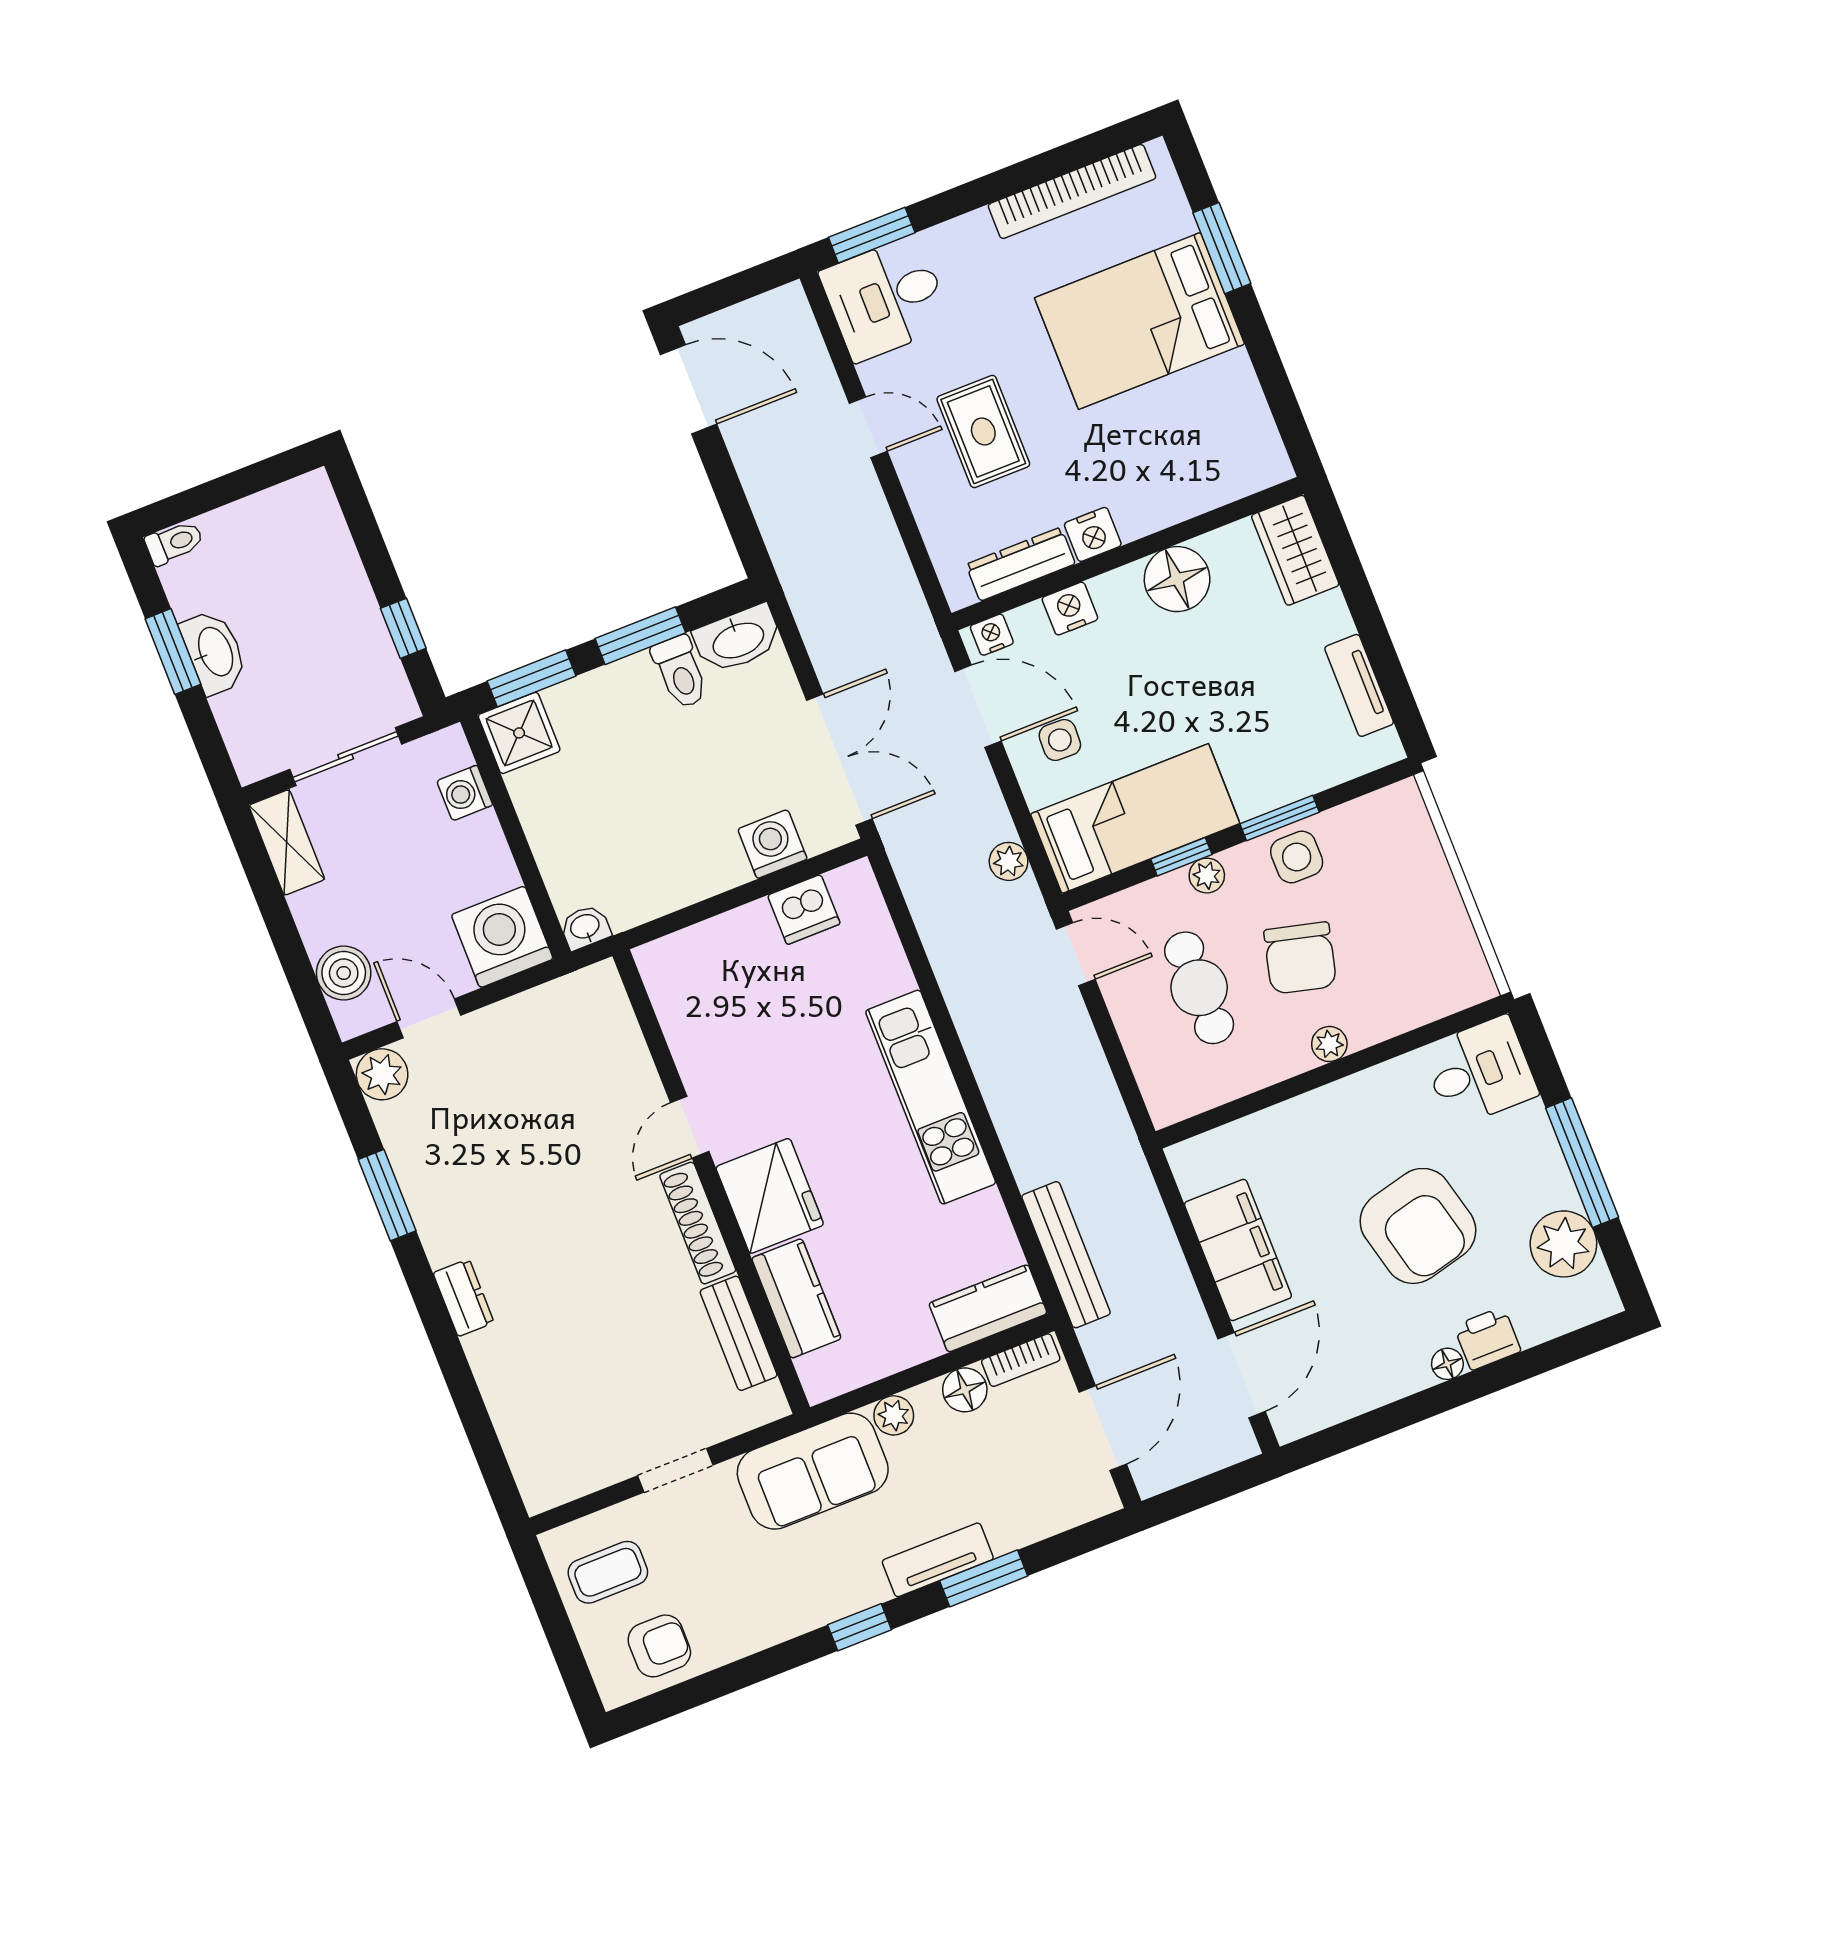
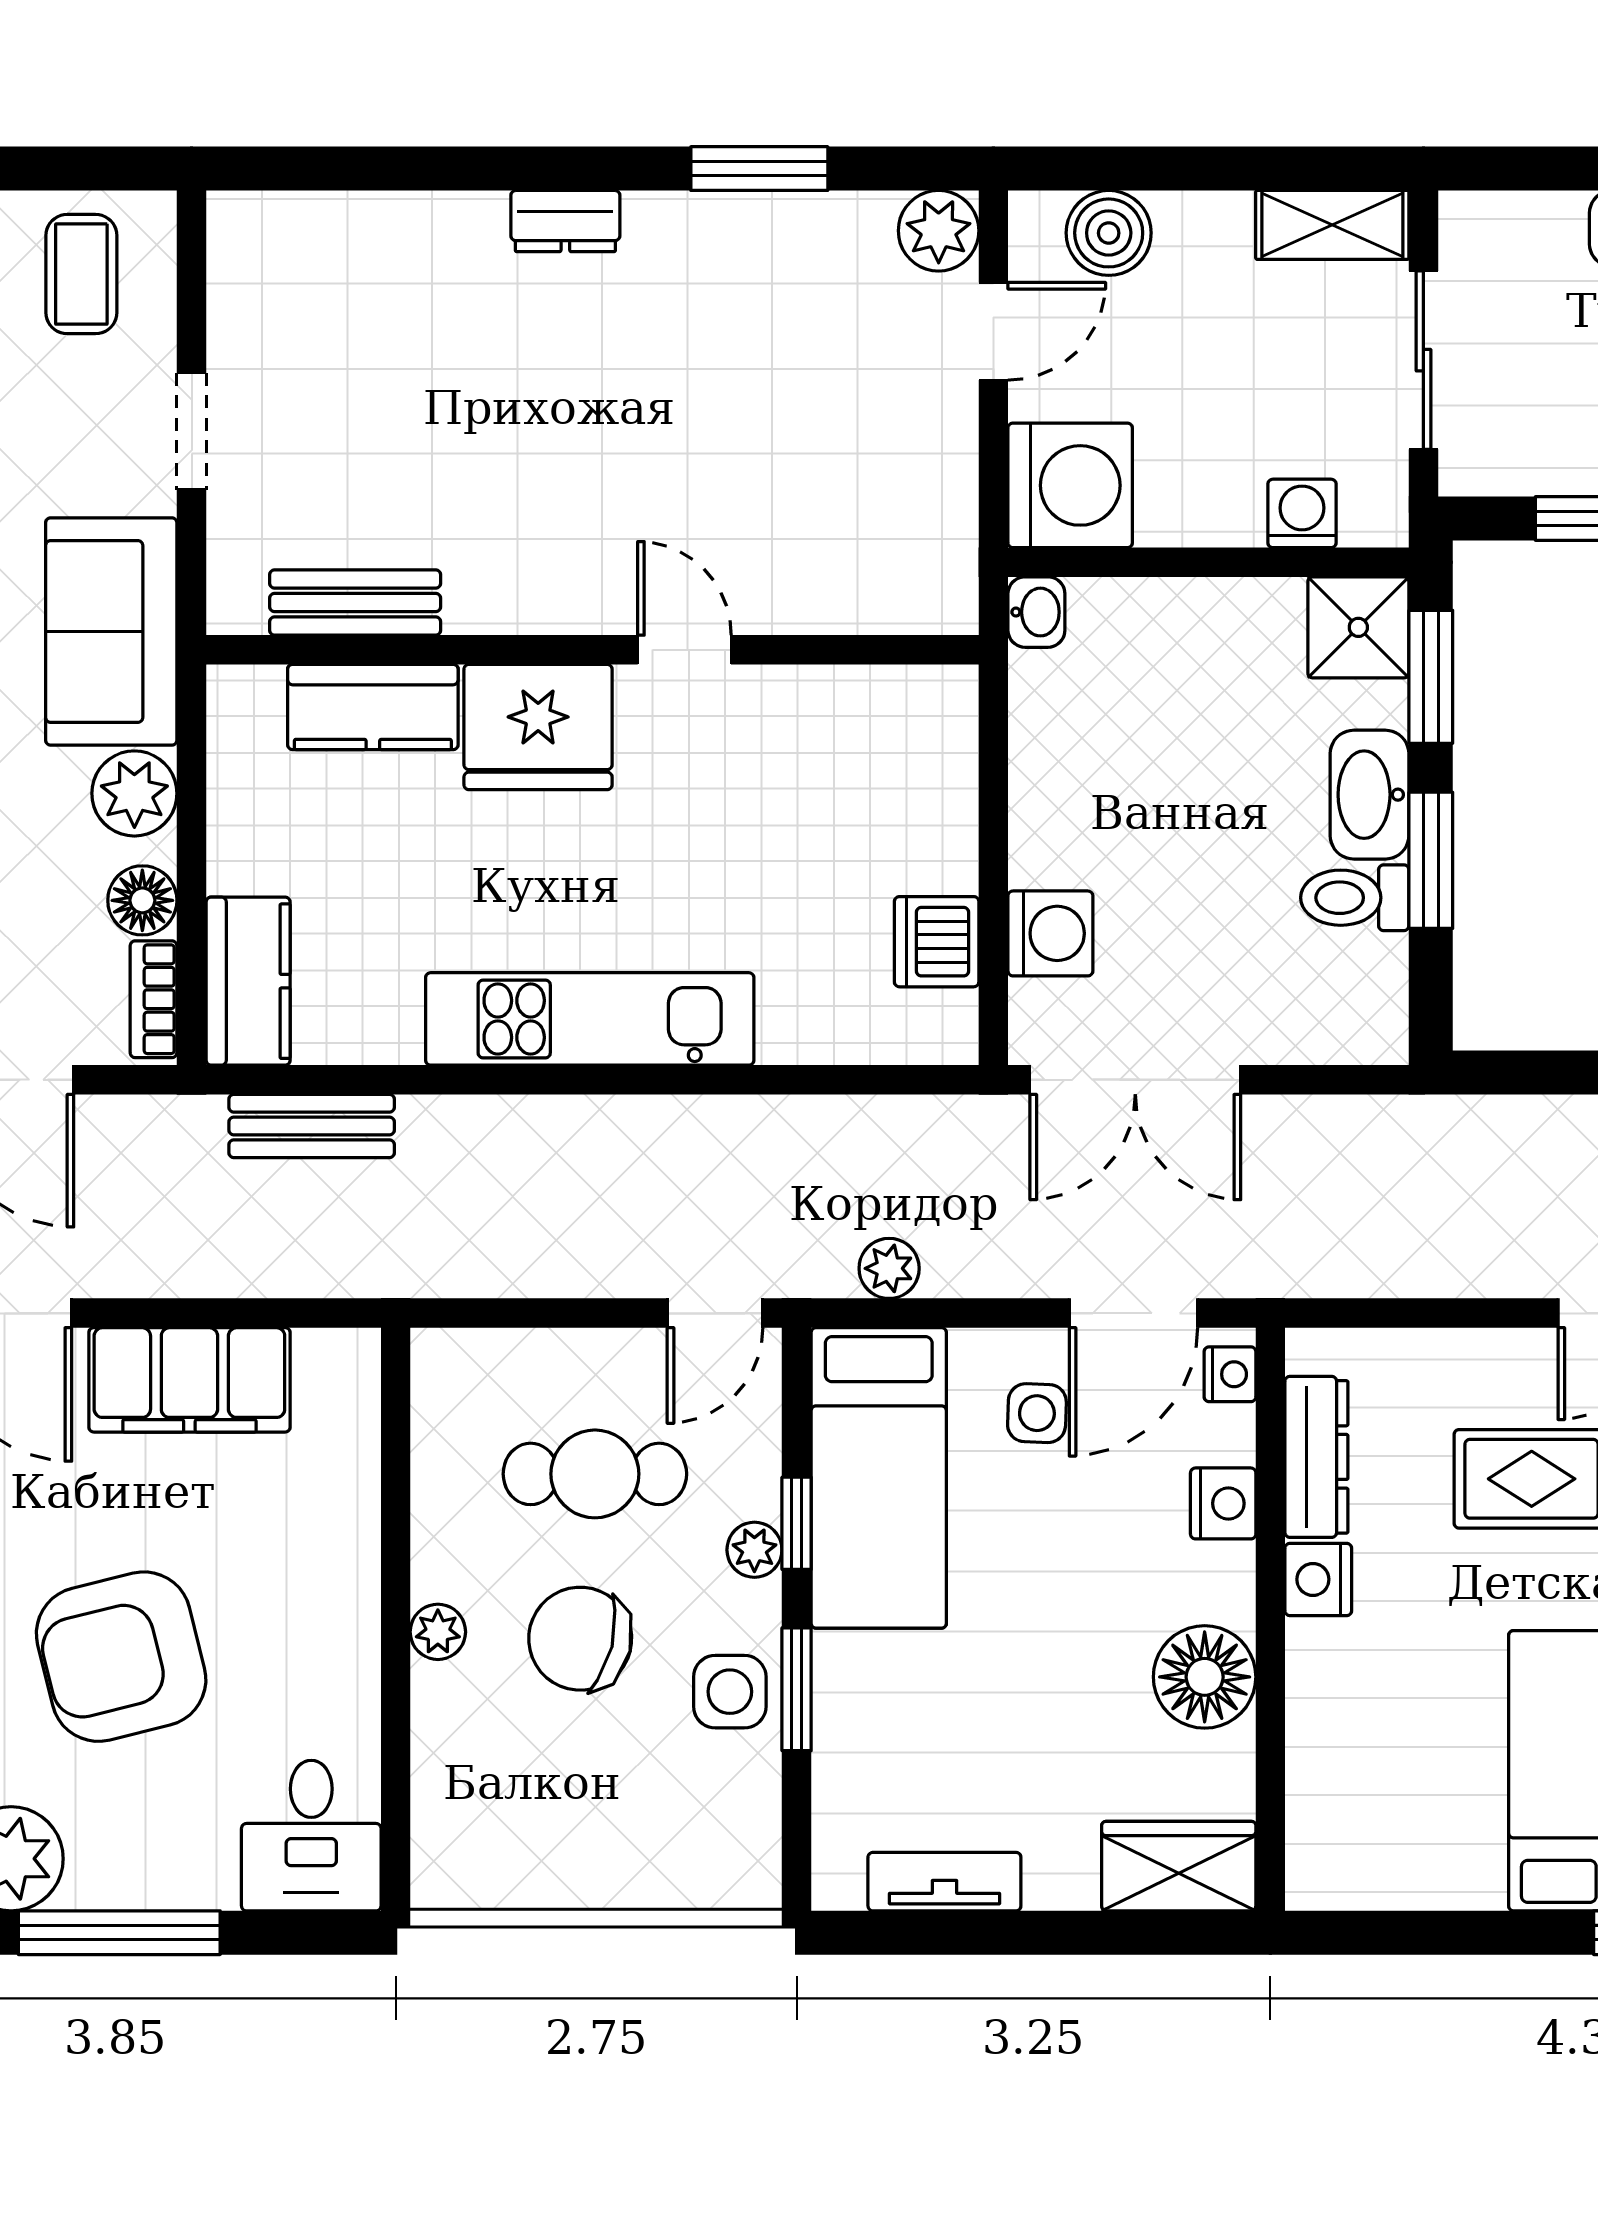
washbasin: (738, 639) -> (1370, 795), moved
shoe rack: (698, 1223) -> (540, 606), removed
bench: (1066, 1255) -> (312, 1126), width x0.73
plant: (894, 1415) -> (134, 793), width x1.38, depth x1.38

